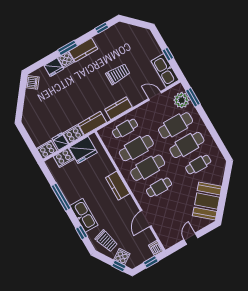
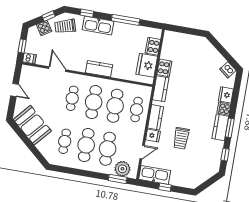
window: (67, 48) -> (230, 128), moved
fridge: (60, 141) -> (153, 136), moved
cooker: (47, 150) -> (169, 39), removed
window: (119, 266) -> (49, 16), moved

